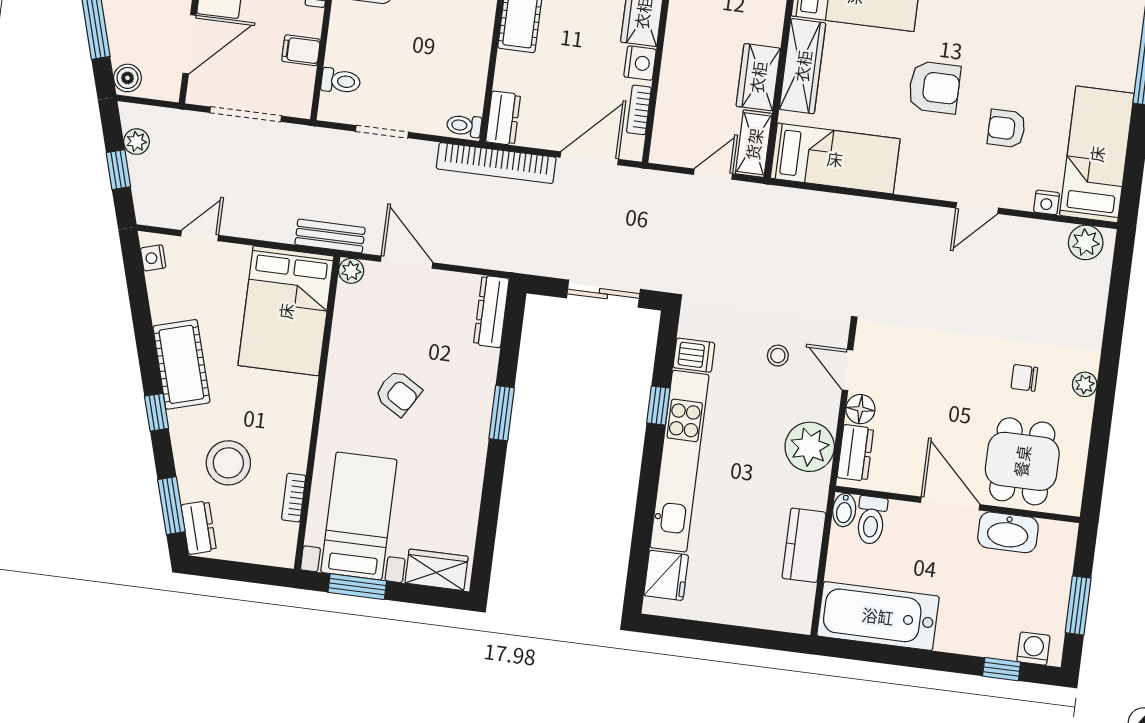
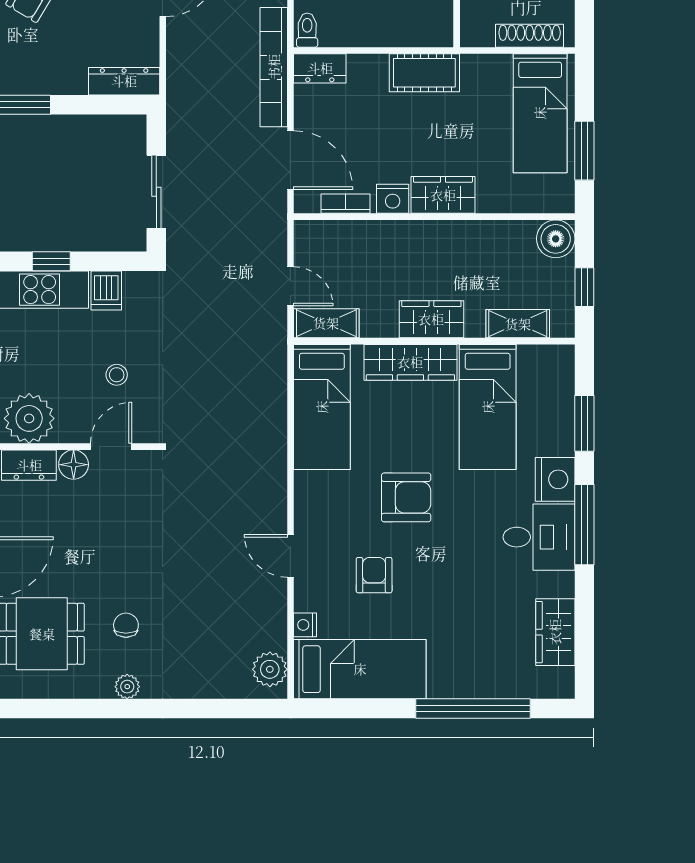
wardrobe: (758, 77) -> (431, 319), moved
armchair: (934, 87) -> (406, 497), turned -90

